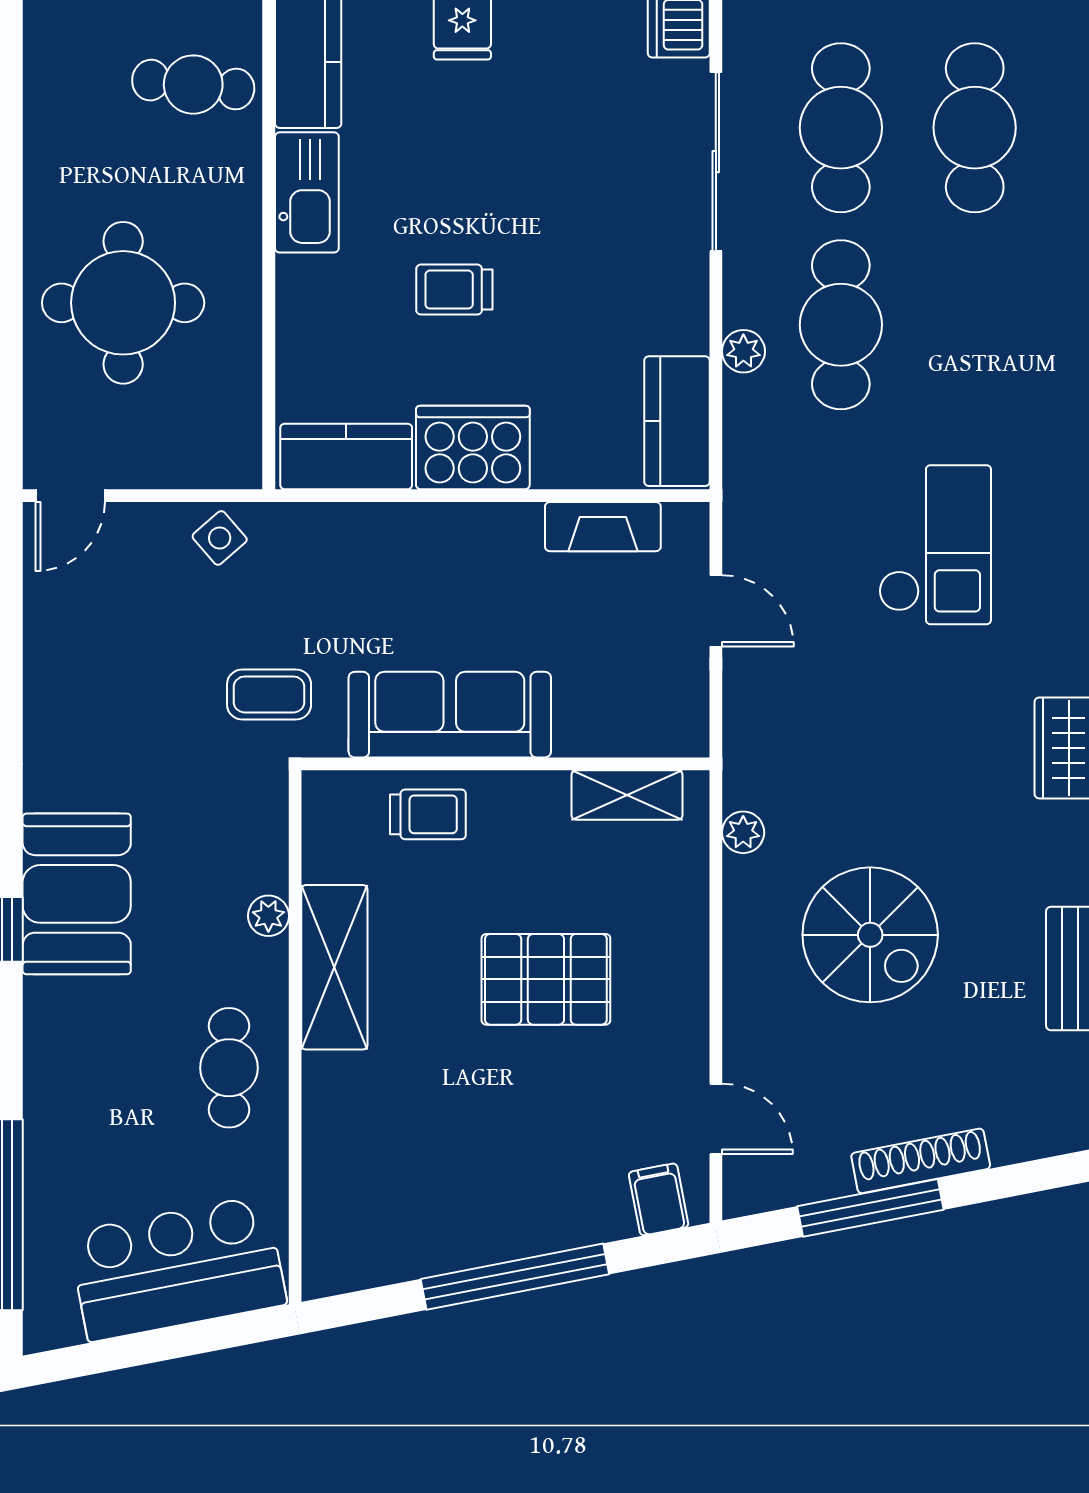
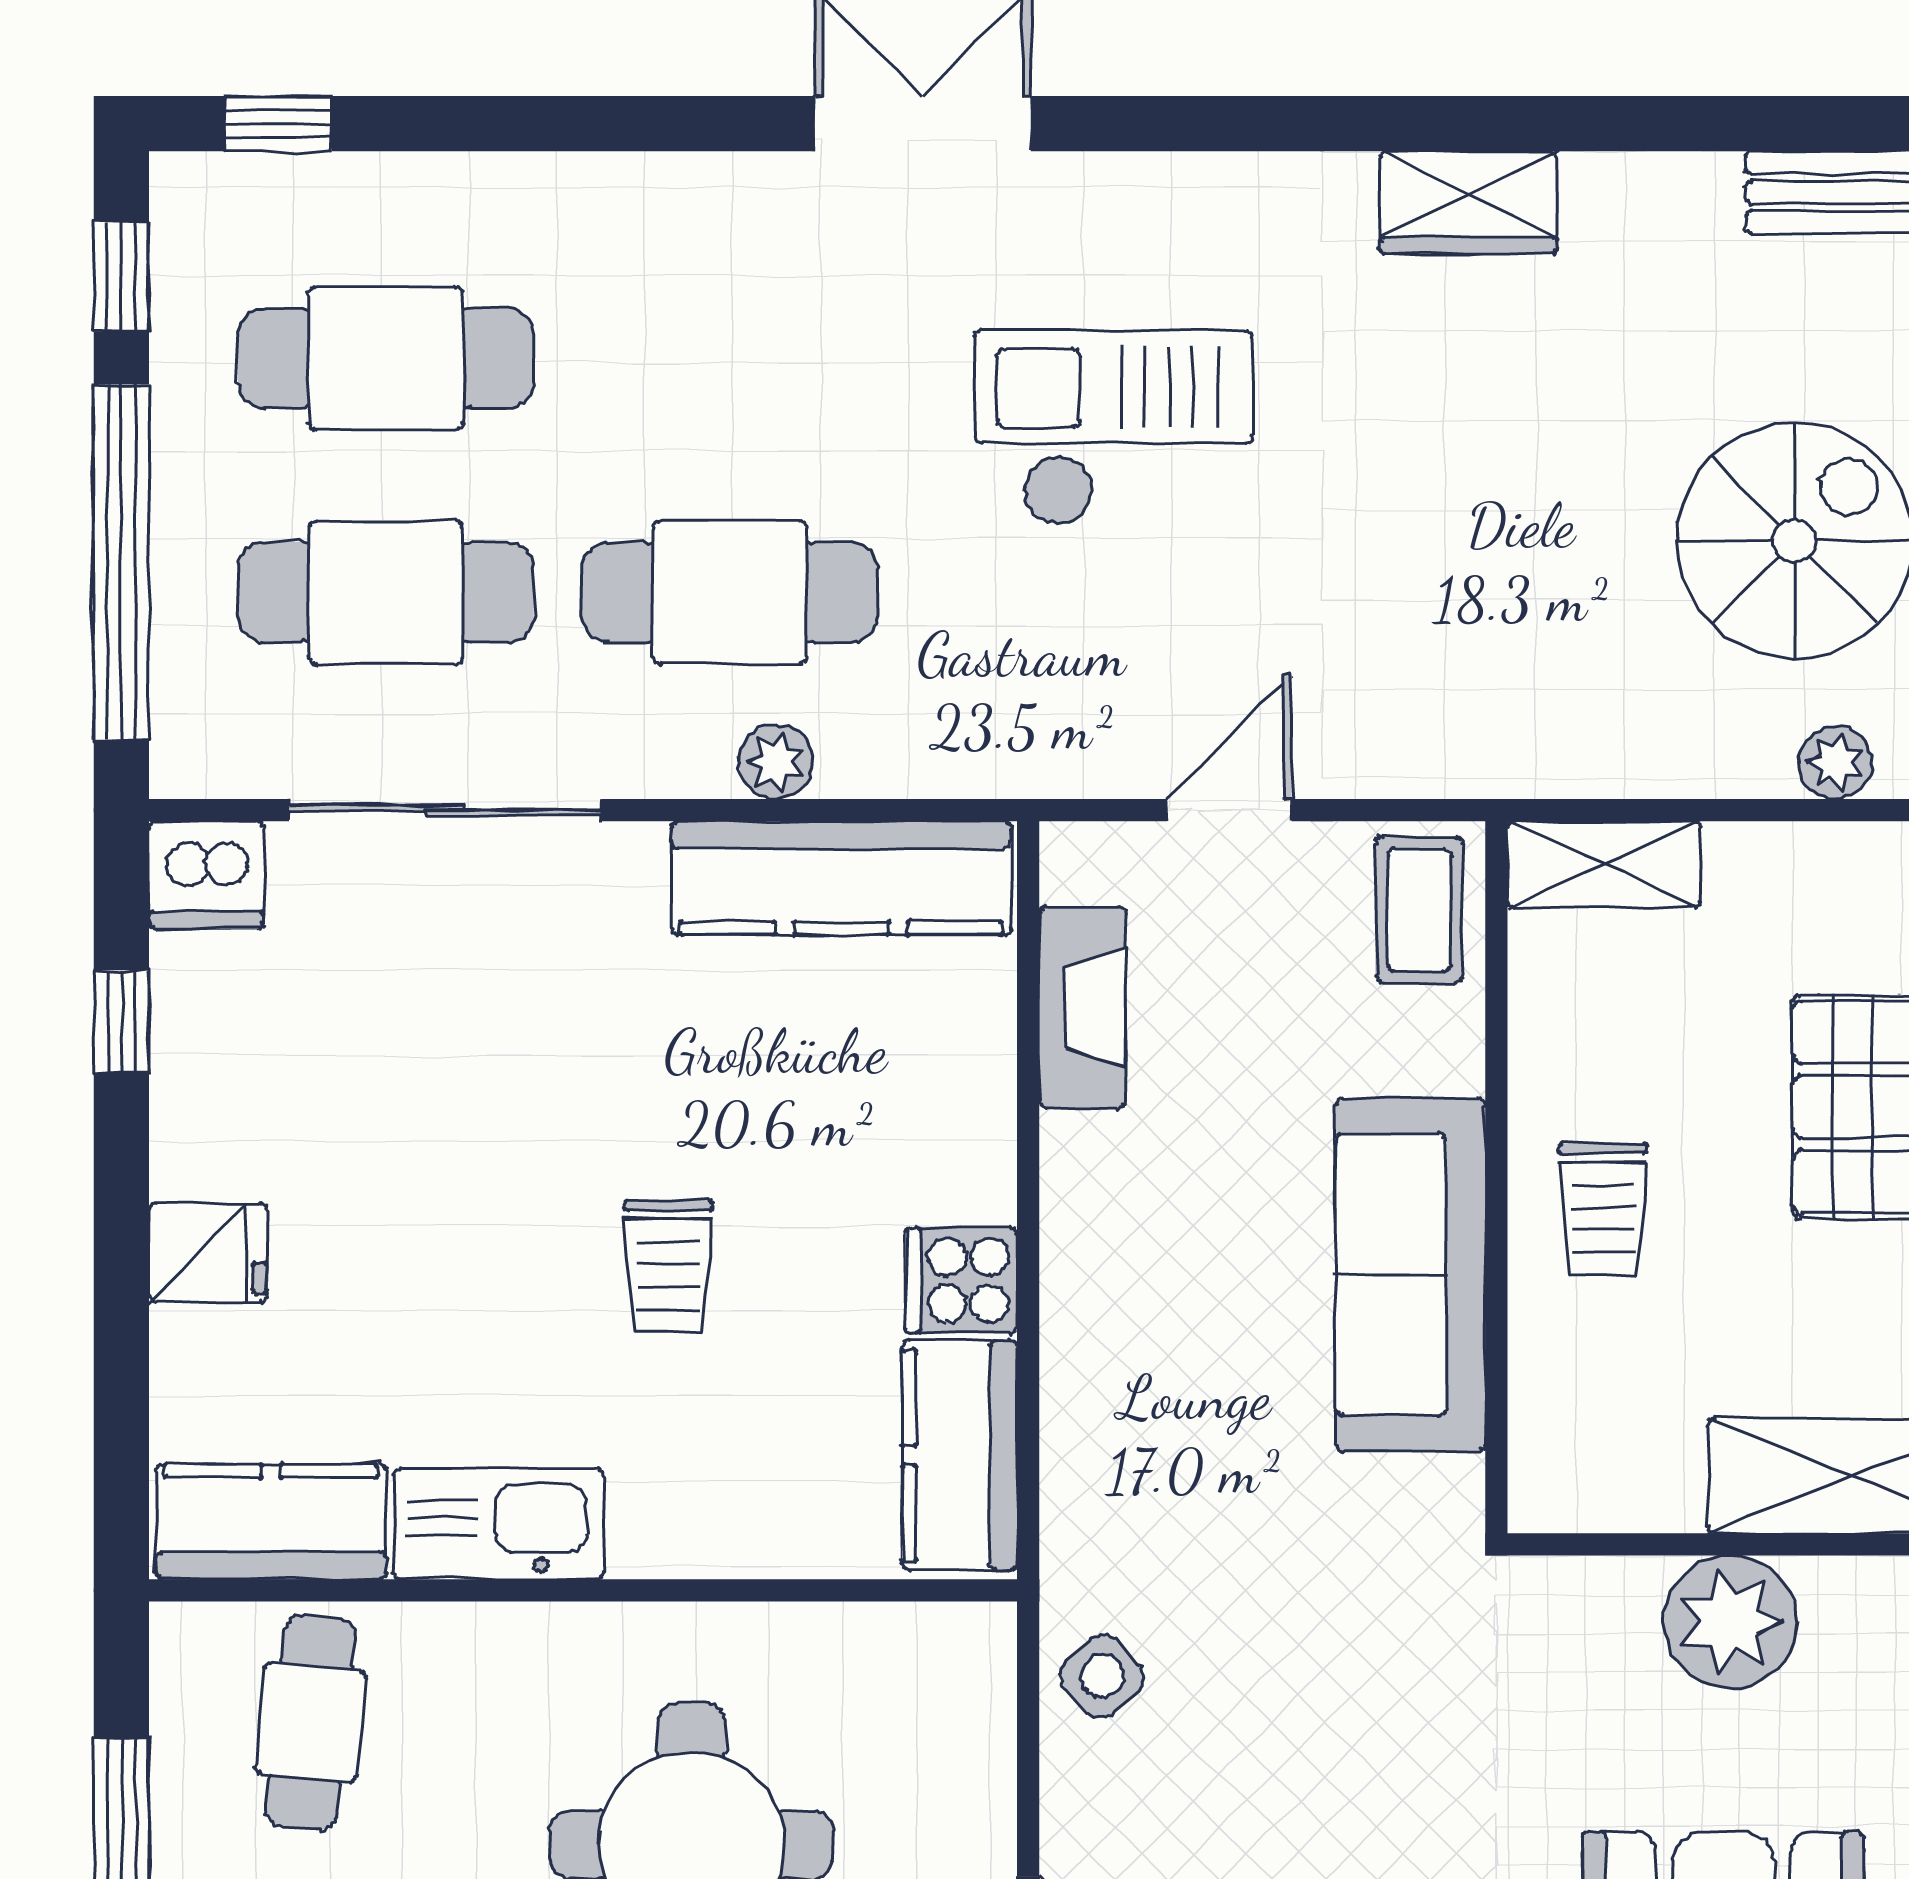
kitchen counter: (677, 421) -> (841, 878), width x1.50
cooker: (473, 448) -> (961, 1280), width x0.53, depth x0.76
coffee table: (269, 694) -> (1419, 910), moved
shelving: (627, 795) -> (1604, 865), moved, turned 90
trolley: (428, 814) -> (1603, 1209), moved, turned 180
plant: (743, 832) -> (1835, 763), moved
plant: (268, 916) -> (1730, 1622), width x1.88, depth x1.88

